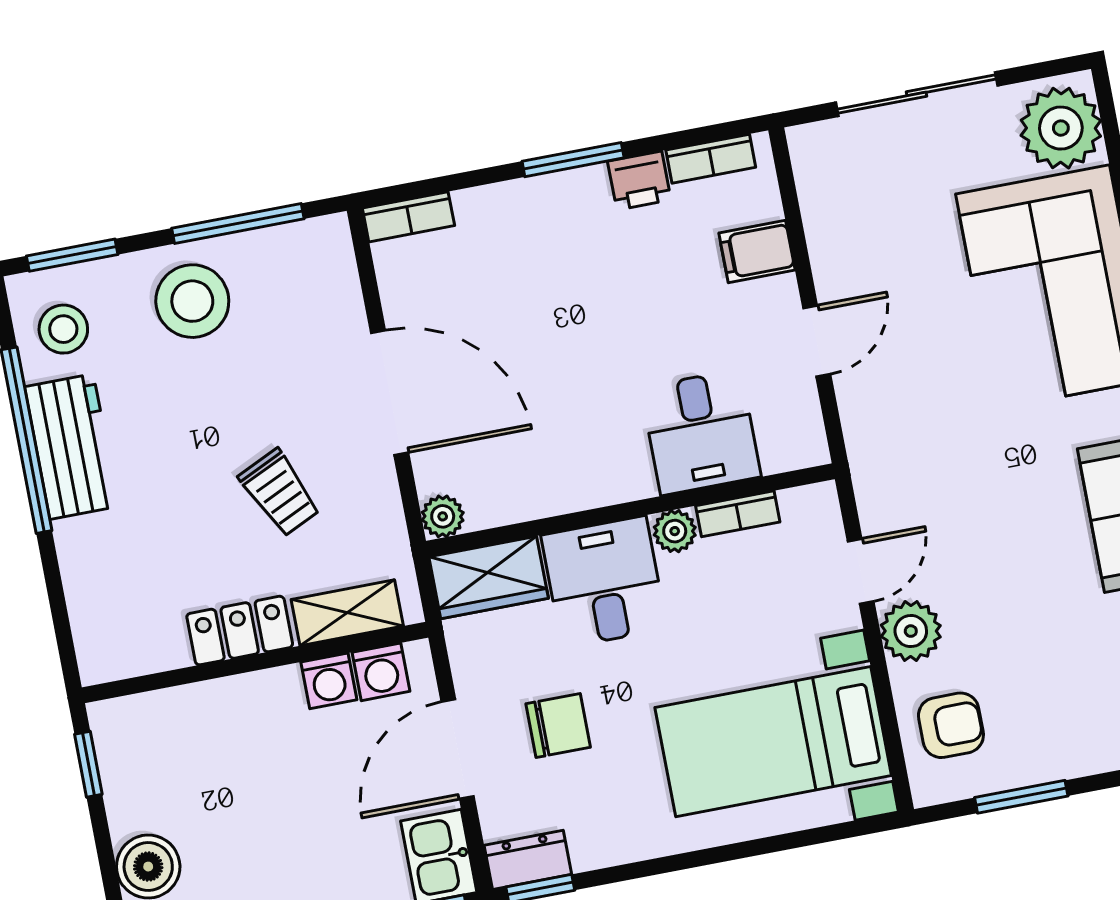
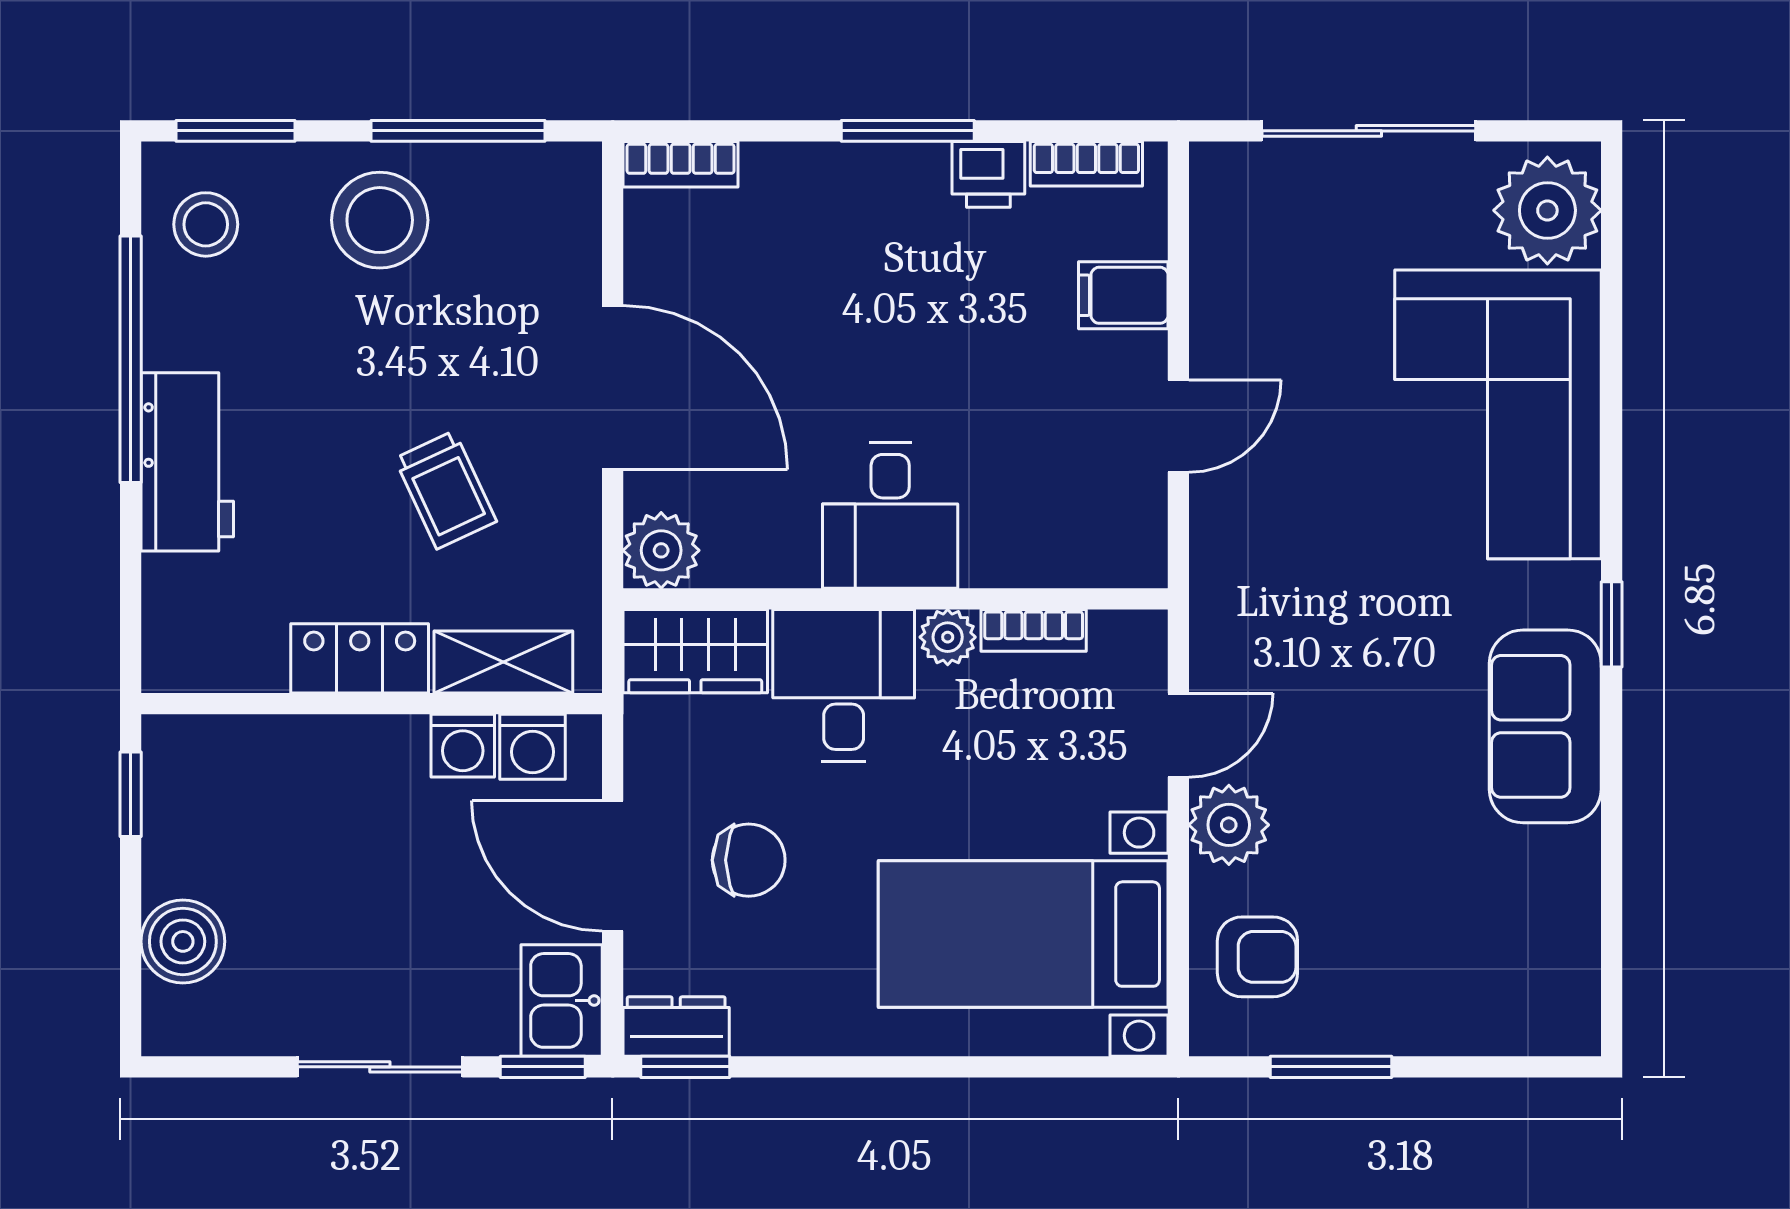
desk: (701, 432) -> (890, 516), moved
workbench: (71, 447) -> (187, 462), moved
plant: (443, 516) -> (661, 550), width x1.38, depth x1.38
door: (458, 749) -> (613, 866), hinge flipped

